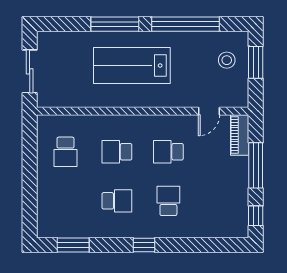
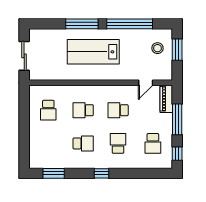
school desk: (220, 201) -> (153, 143), added

